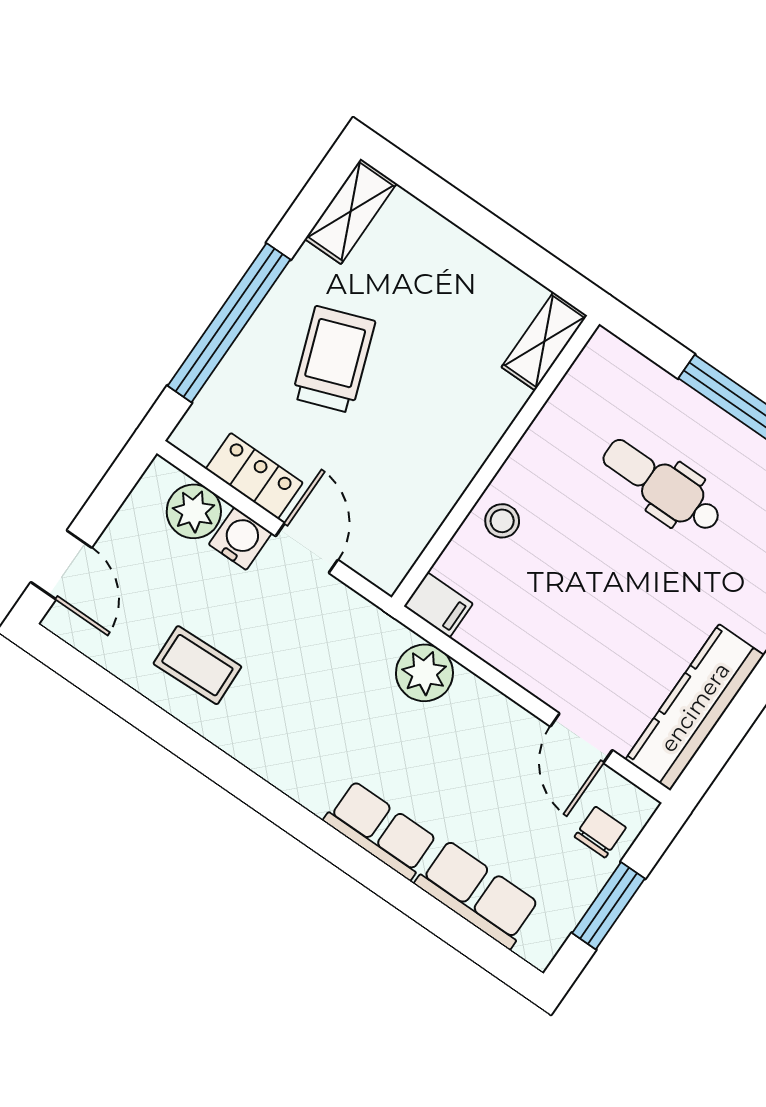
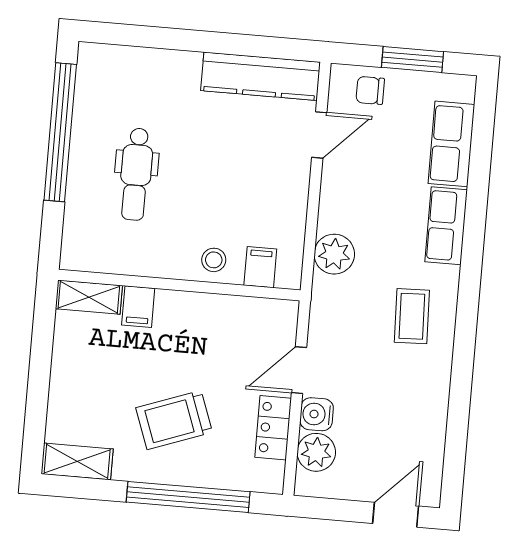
filing cabinet: (498, 395) -> (138, 307), added
filing cabinet: (438, 605) -> (260, 267), moved
coffee table: (197, 665) -> (412, 316), moved

